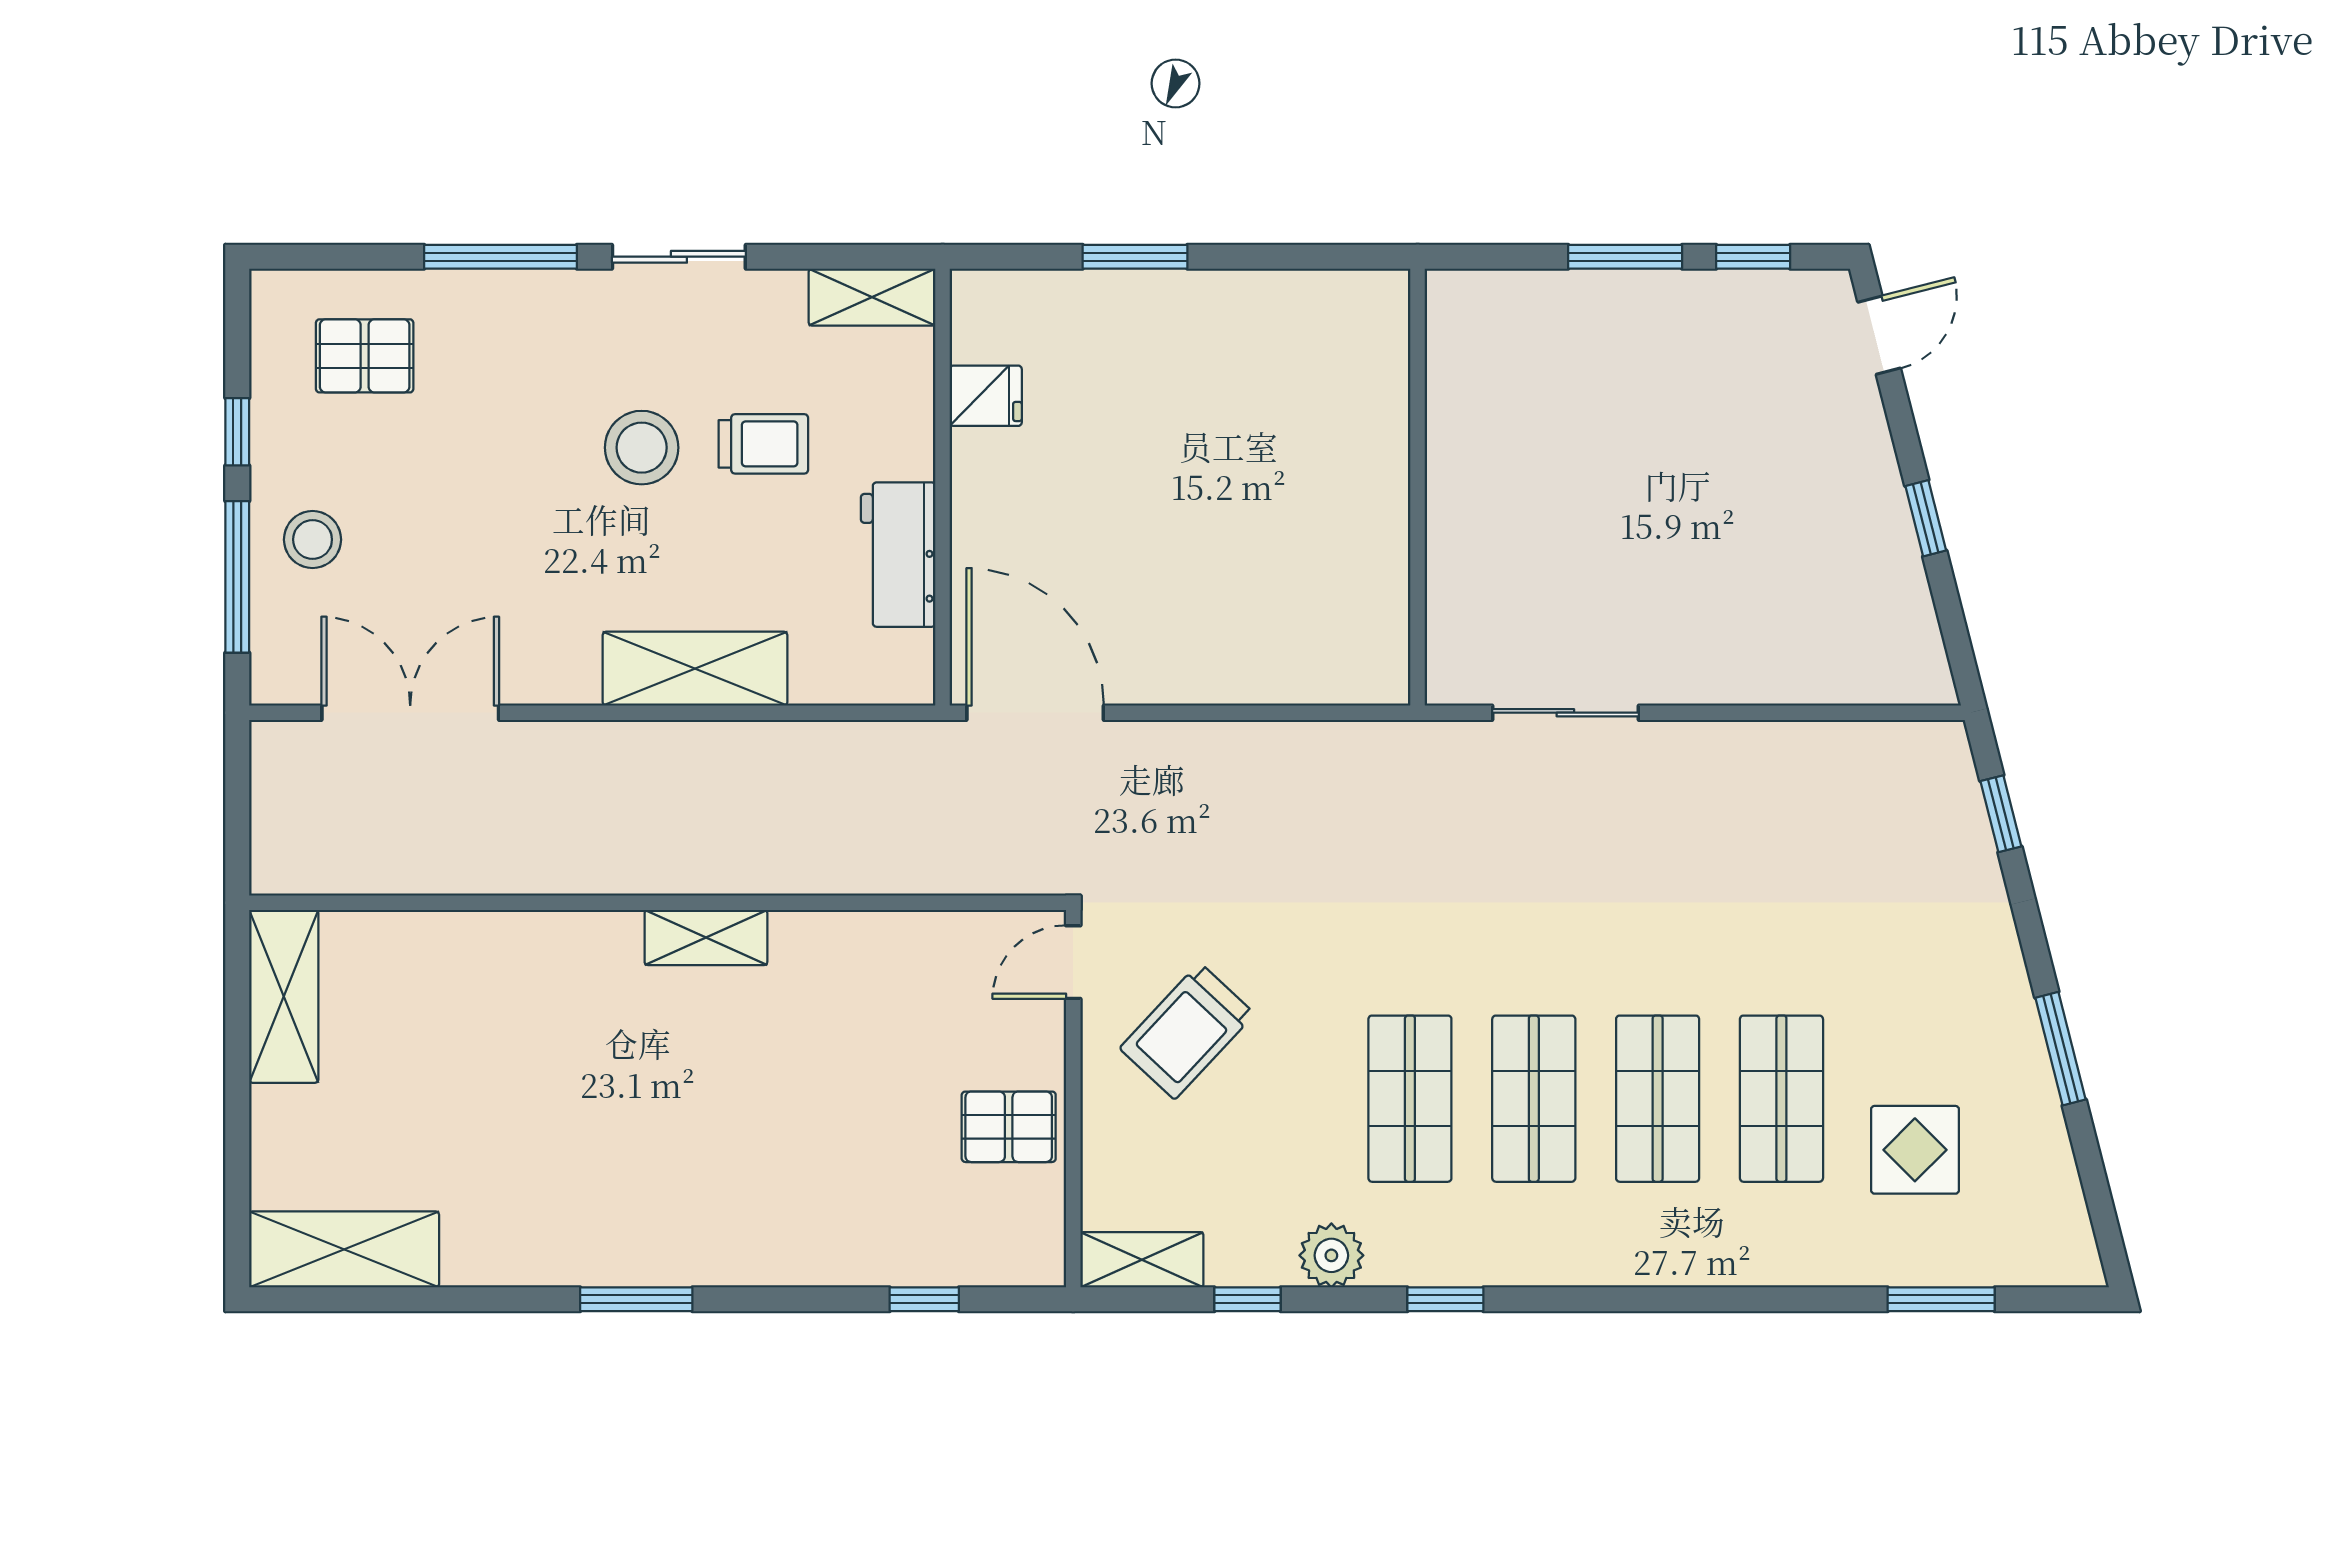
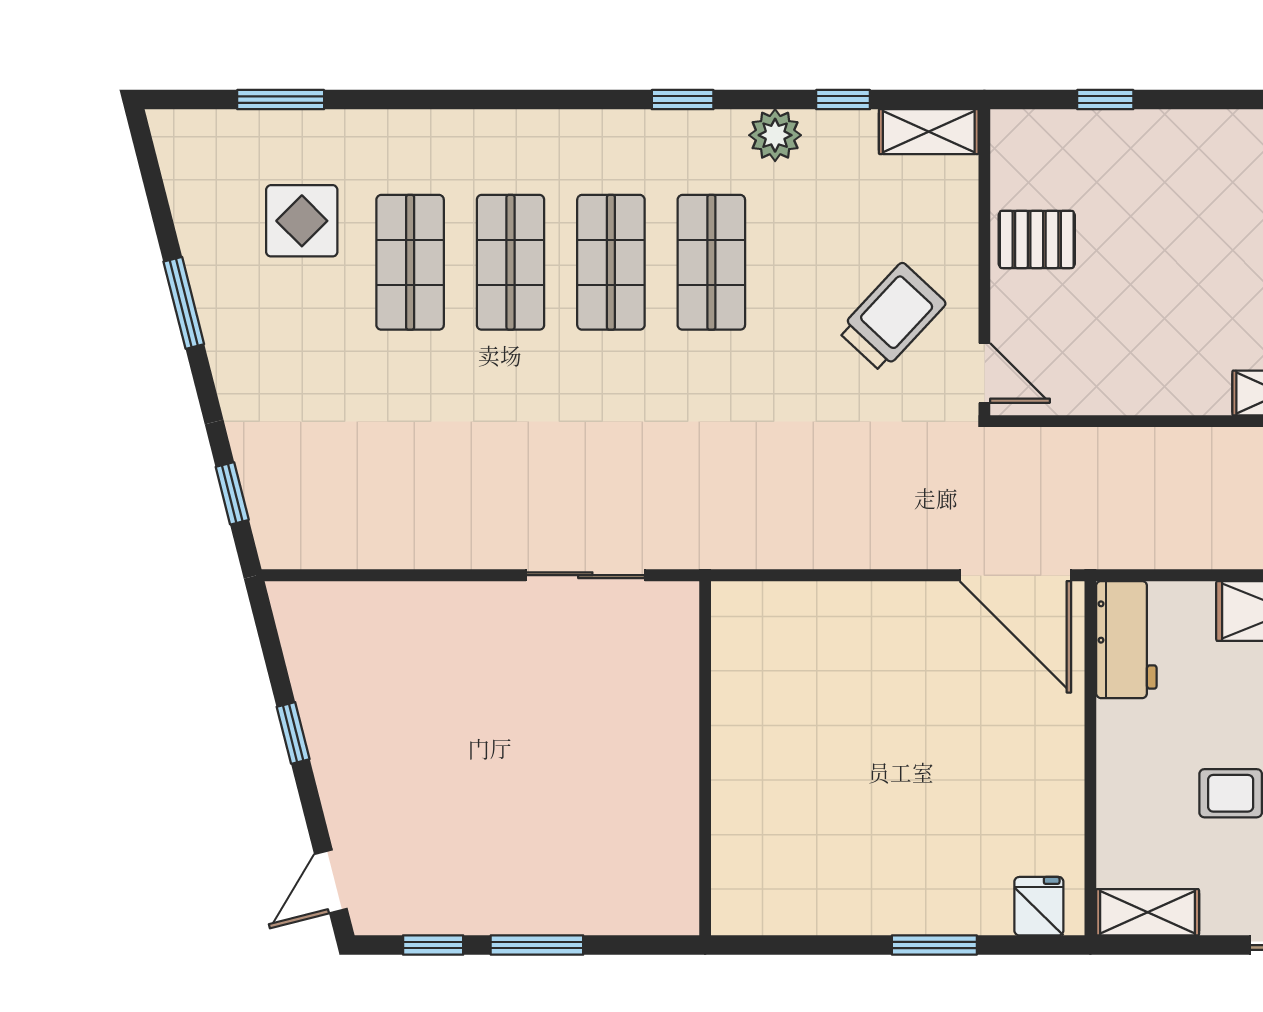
fridge: (986, 396) -> (1039, 906), moved, turned 90
workbench: (898, 555) -> (1126, 640), moved
door: (1073, 962) -> (984, 373), hinge flipped

